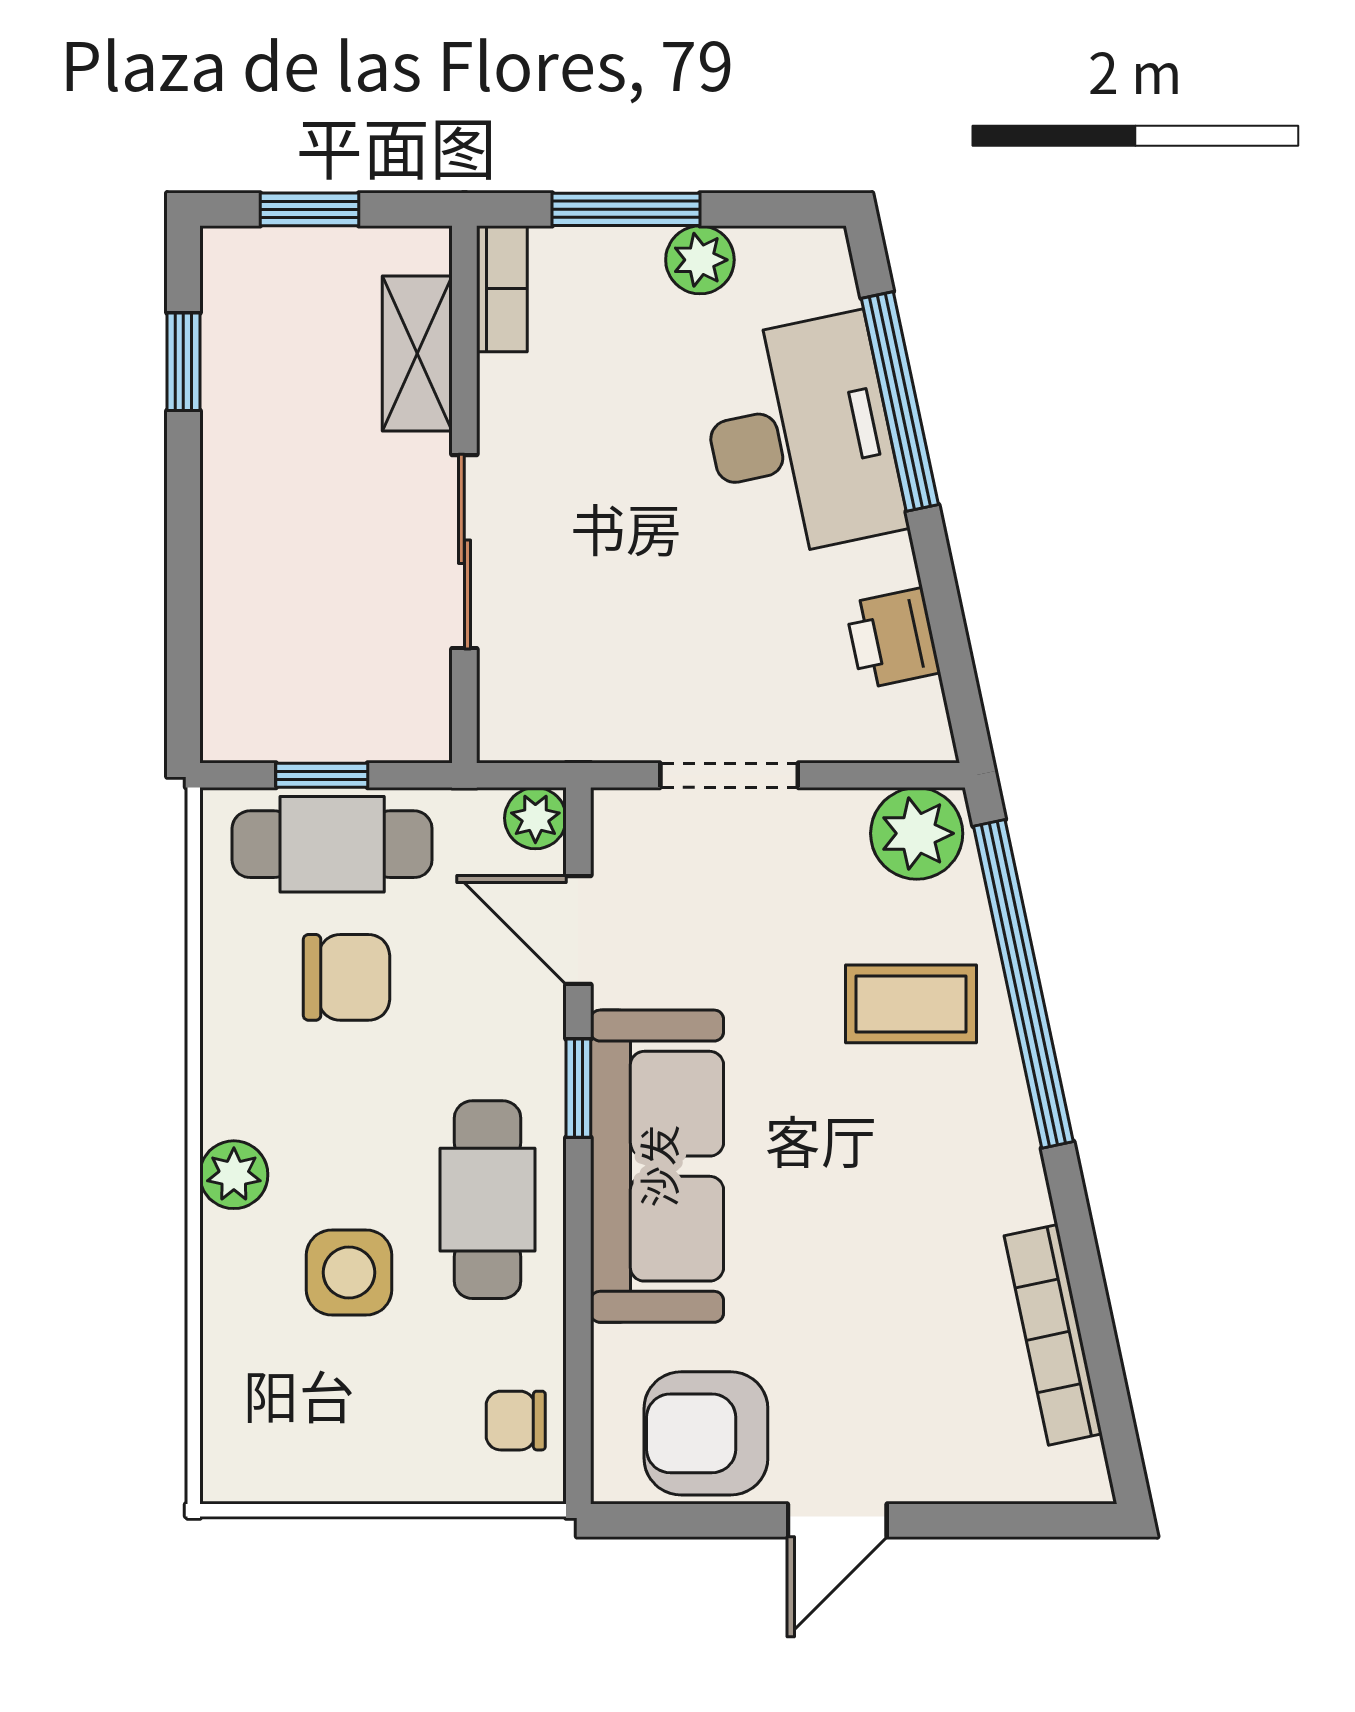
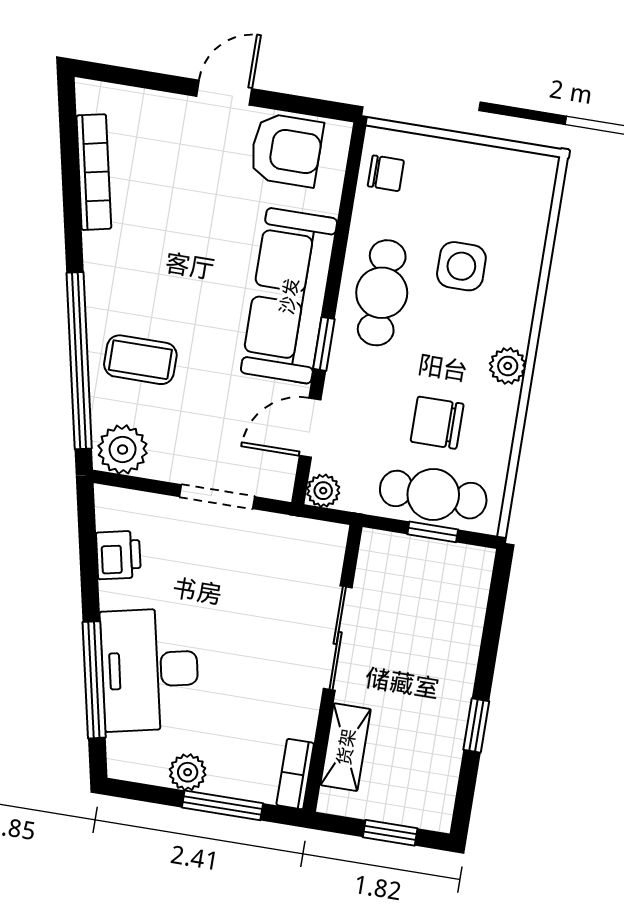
window: (183, 362) -> (476, 725), moved
door: (578, 930) -> (310, 428), swing flipped
plant: (234, 1175) -> (508, 366), moved

